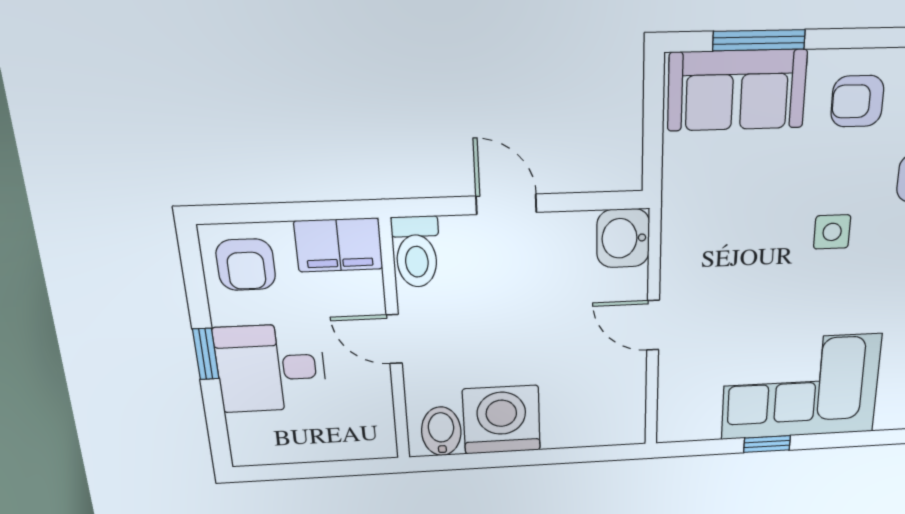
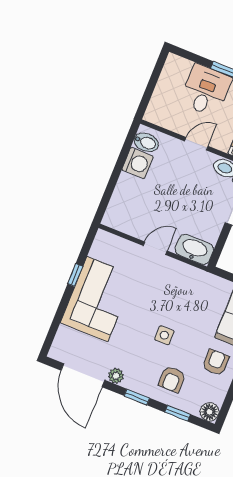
washbasin: (623, 238) -> (194, 249), width x1.38
washing machine: (502, 420) -> (138, 163), width x0.73, depth x0.73

